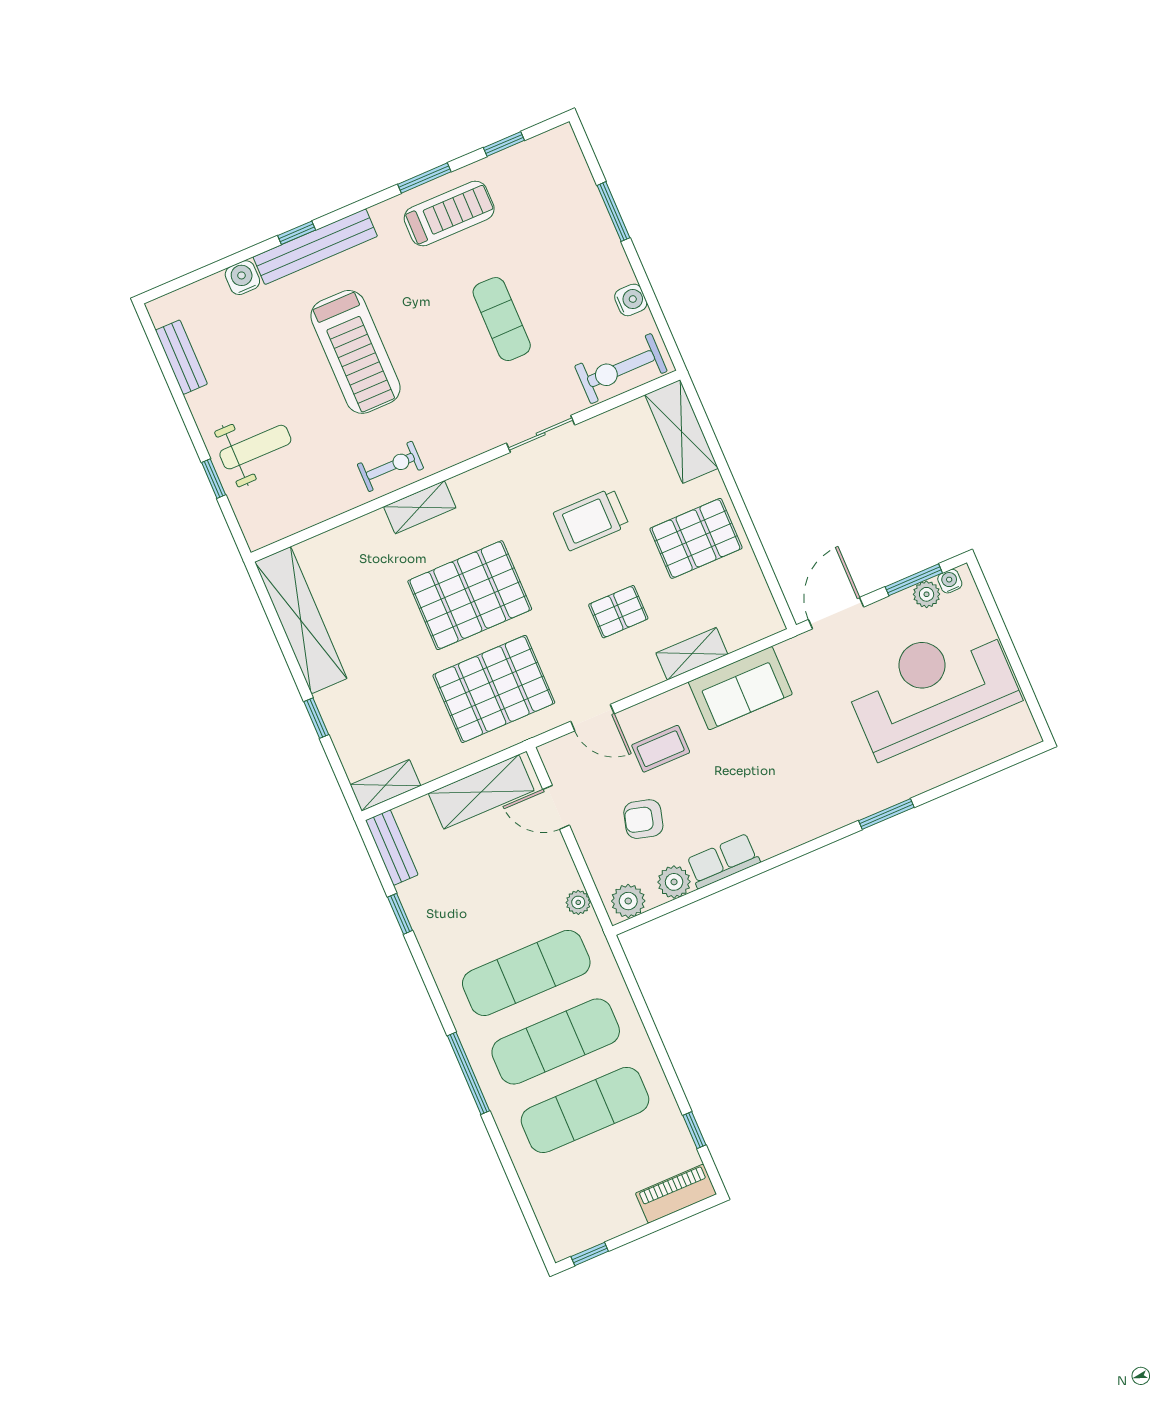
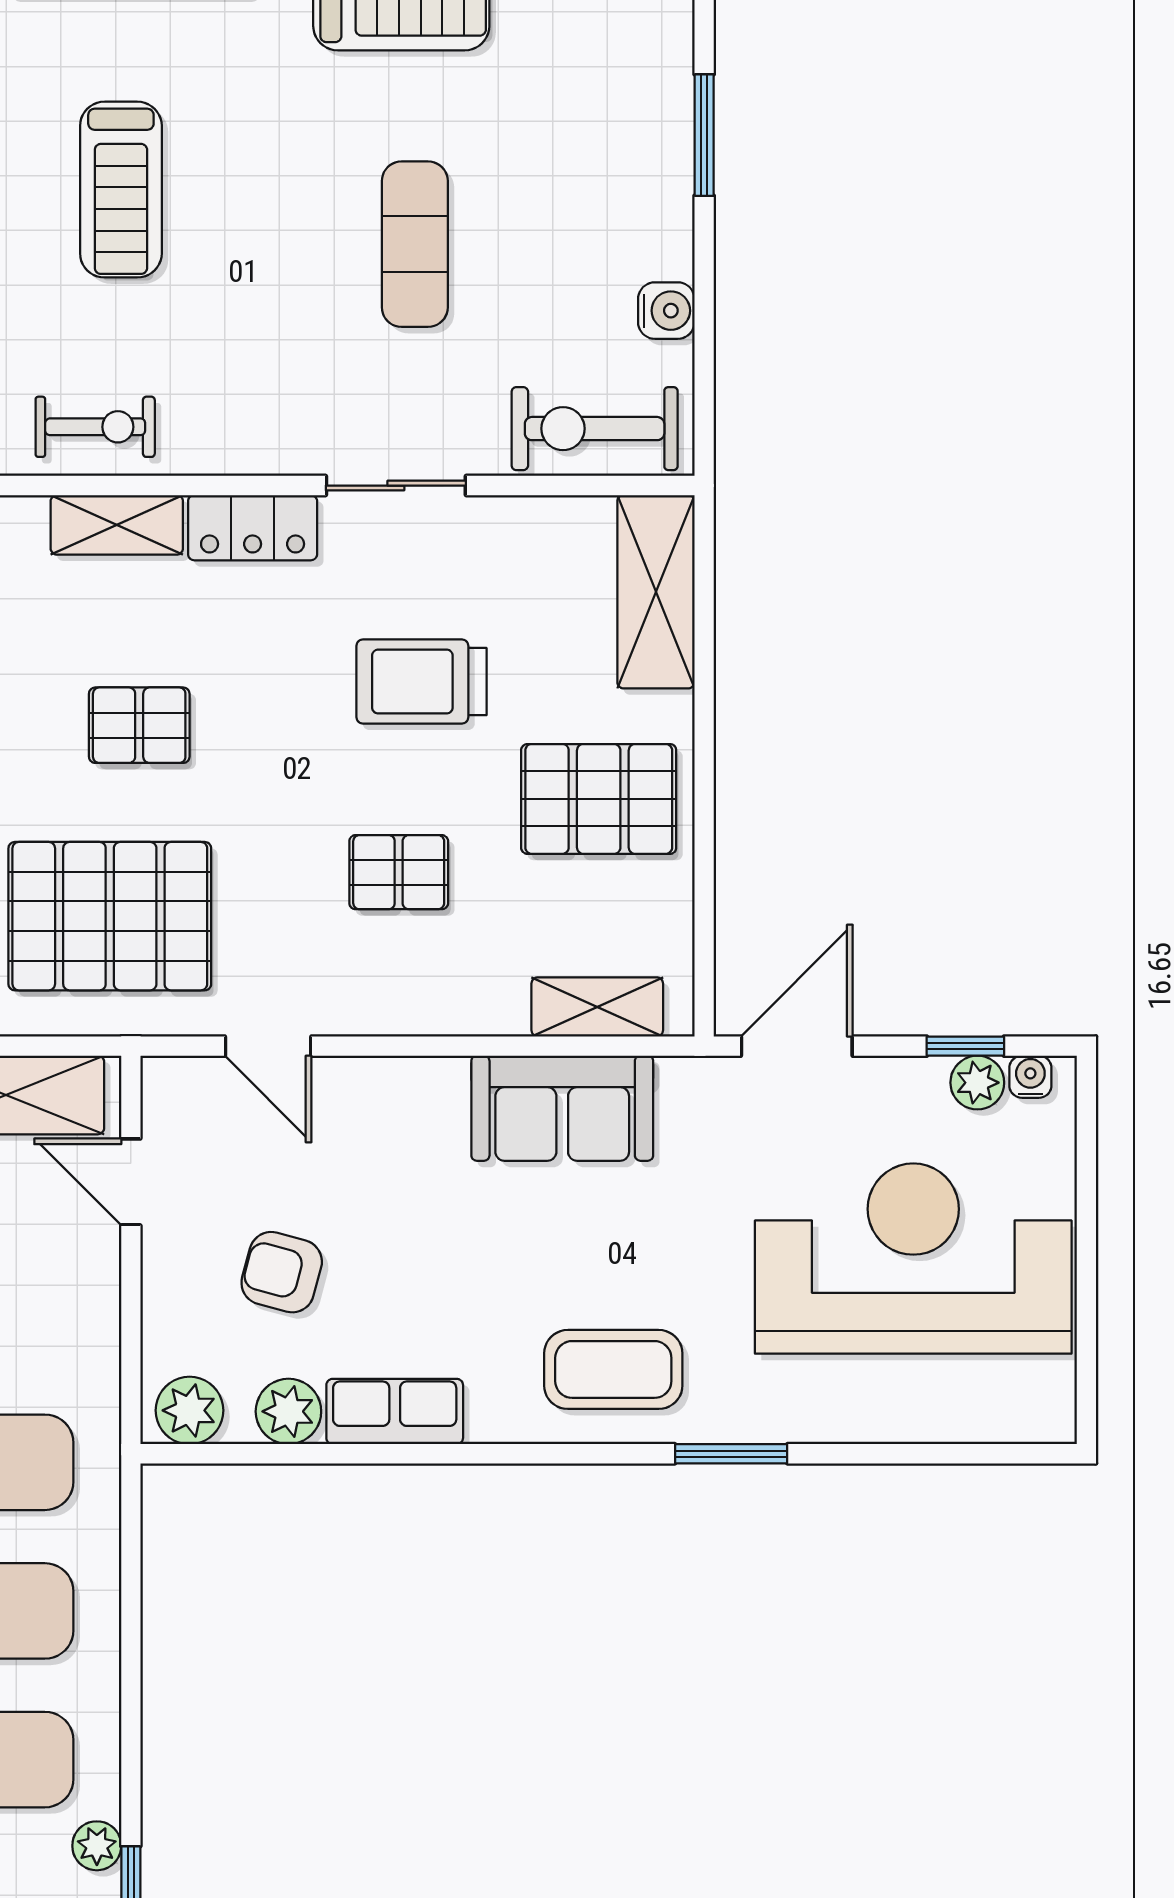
treadmill: (355, 352) -> (121, 190), width x0.73, depth x0.73
locker: (483, 482) -> (253, 528), added
window: (914, 580) -> (965, 1046), width x0.67
pallet: (470, 595) -> (139, 725), width x0.49, depth x0.50
shelving: (692, 654) -> (597, 1007), moved
coffee table: (661, 749) -> (613, 1369), moved, width x1.36, depth x1.30
plant: (578, 902) -> (97, 1846), moved

